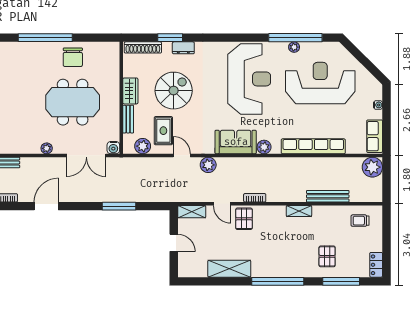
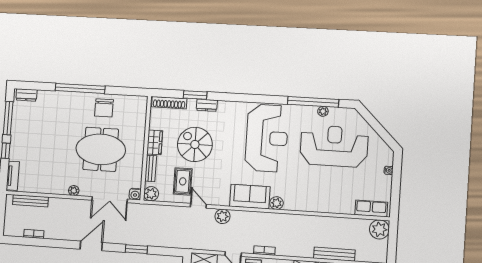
plant: (294, 47) -> (323, 111), moved
spiral stairs: (174, 91) -> (195, 144), turned -90
row of seats: (375, 136) -> (371, 209), moved, turned 90
plant: (143, 146) -> (151, 194), moved
row of seats: (313, 146) -> (324, 206), removed
door: (46, 206) -> (91, 246), moved
window: (119, 206) -> (136, 249), width x0.69

